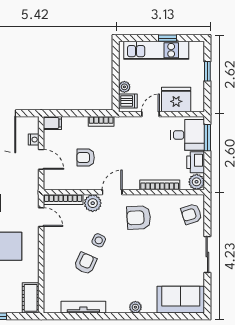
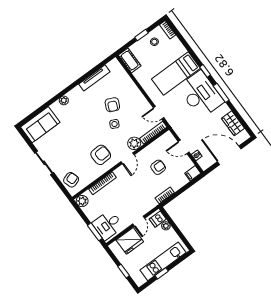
printer: (196, 162) -> (91, 212), removed

